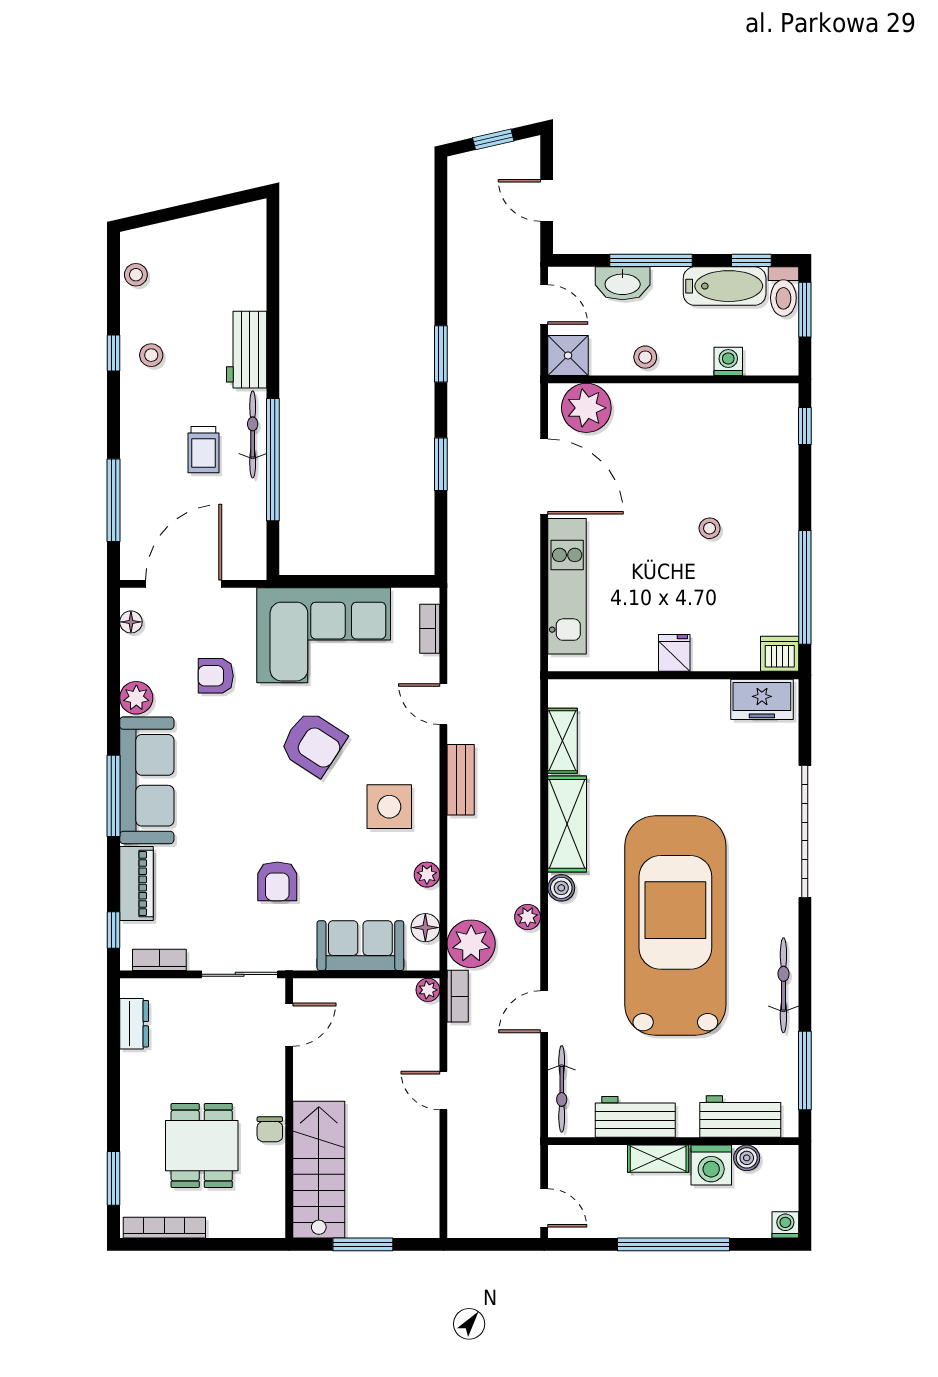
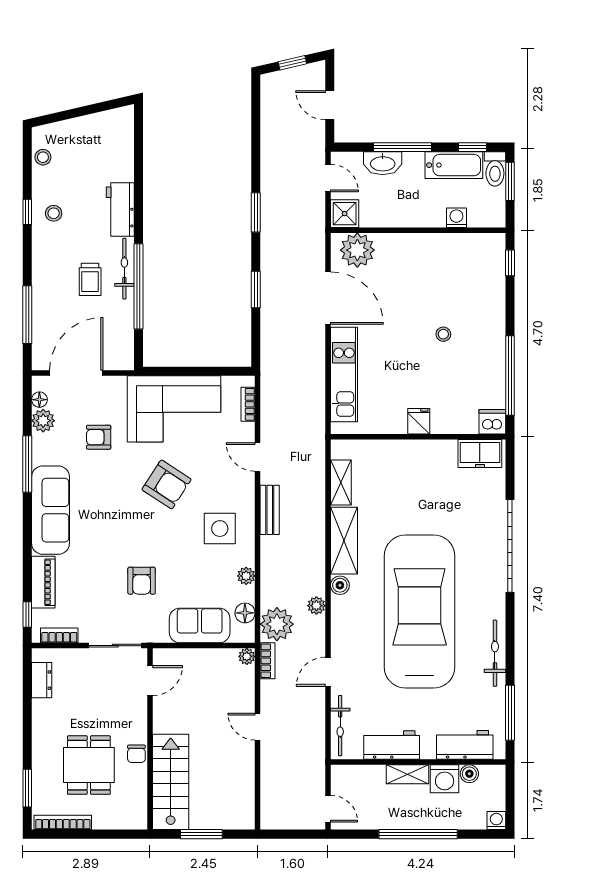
stool: (645, 357) -> (398, 215), removed
plant: (136, 698) -> (43, 421), moved
window: (114, 796) -> (27, 464), moved

